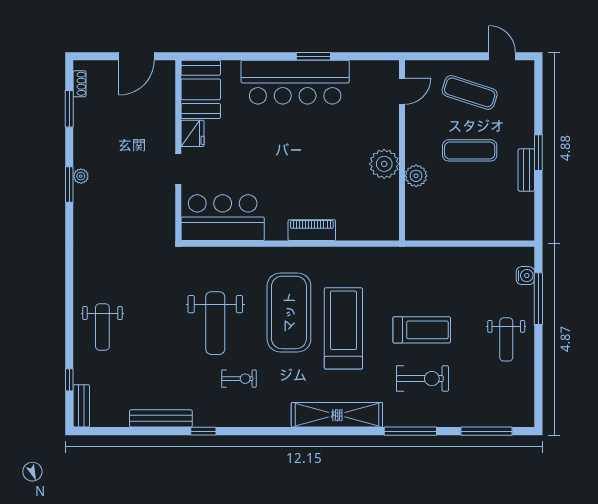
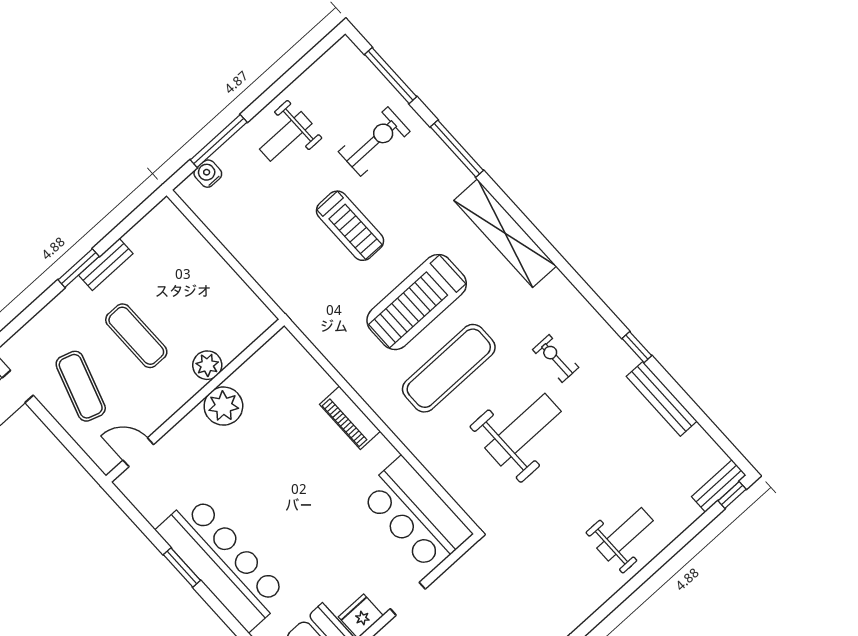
exercise mat: (289, 312) -> (449, 368), width x0.68
treadmill: (422, 330) -> (350, 226), turned 180
weight bench: (506, 339) -> (286, 136), turned 180
exercise bike: (422, 379) -> (374, 142), moved, turned 90
window: (69, 380) -> (732, 495), moved

